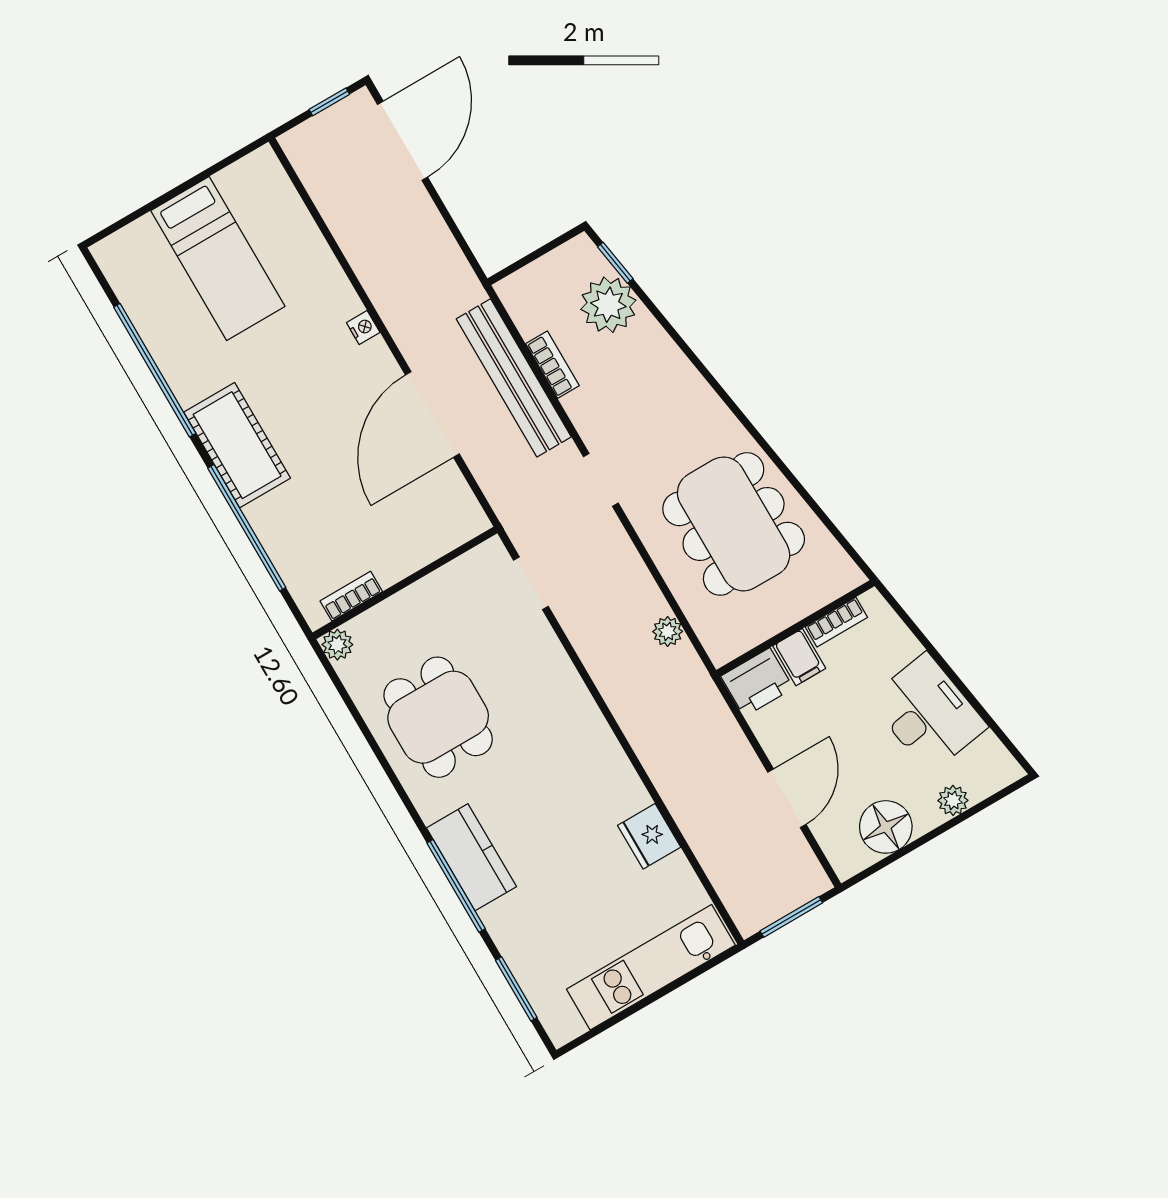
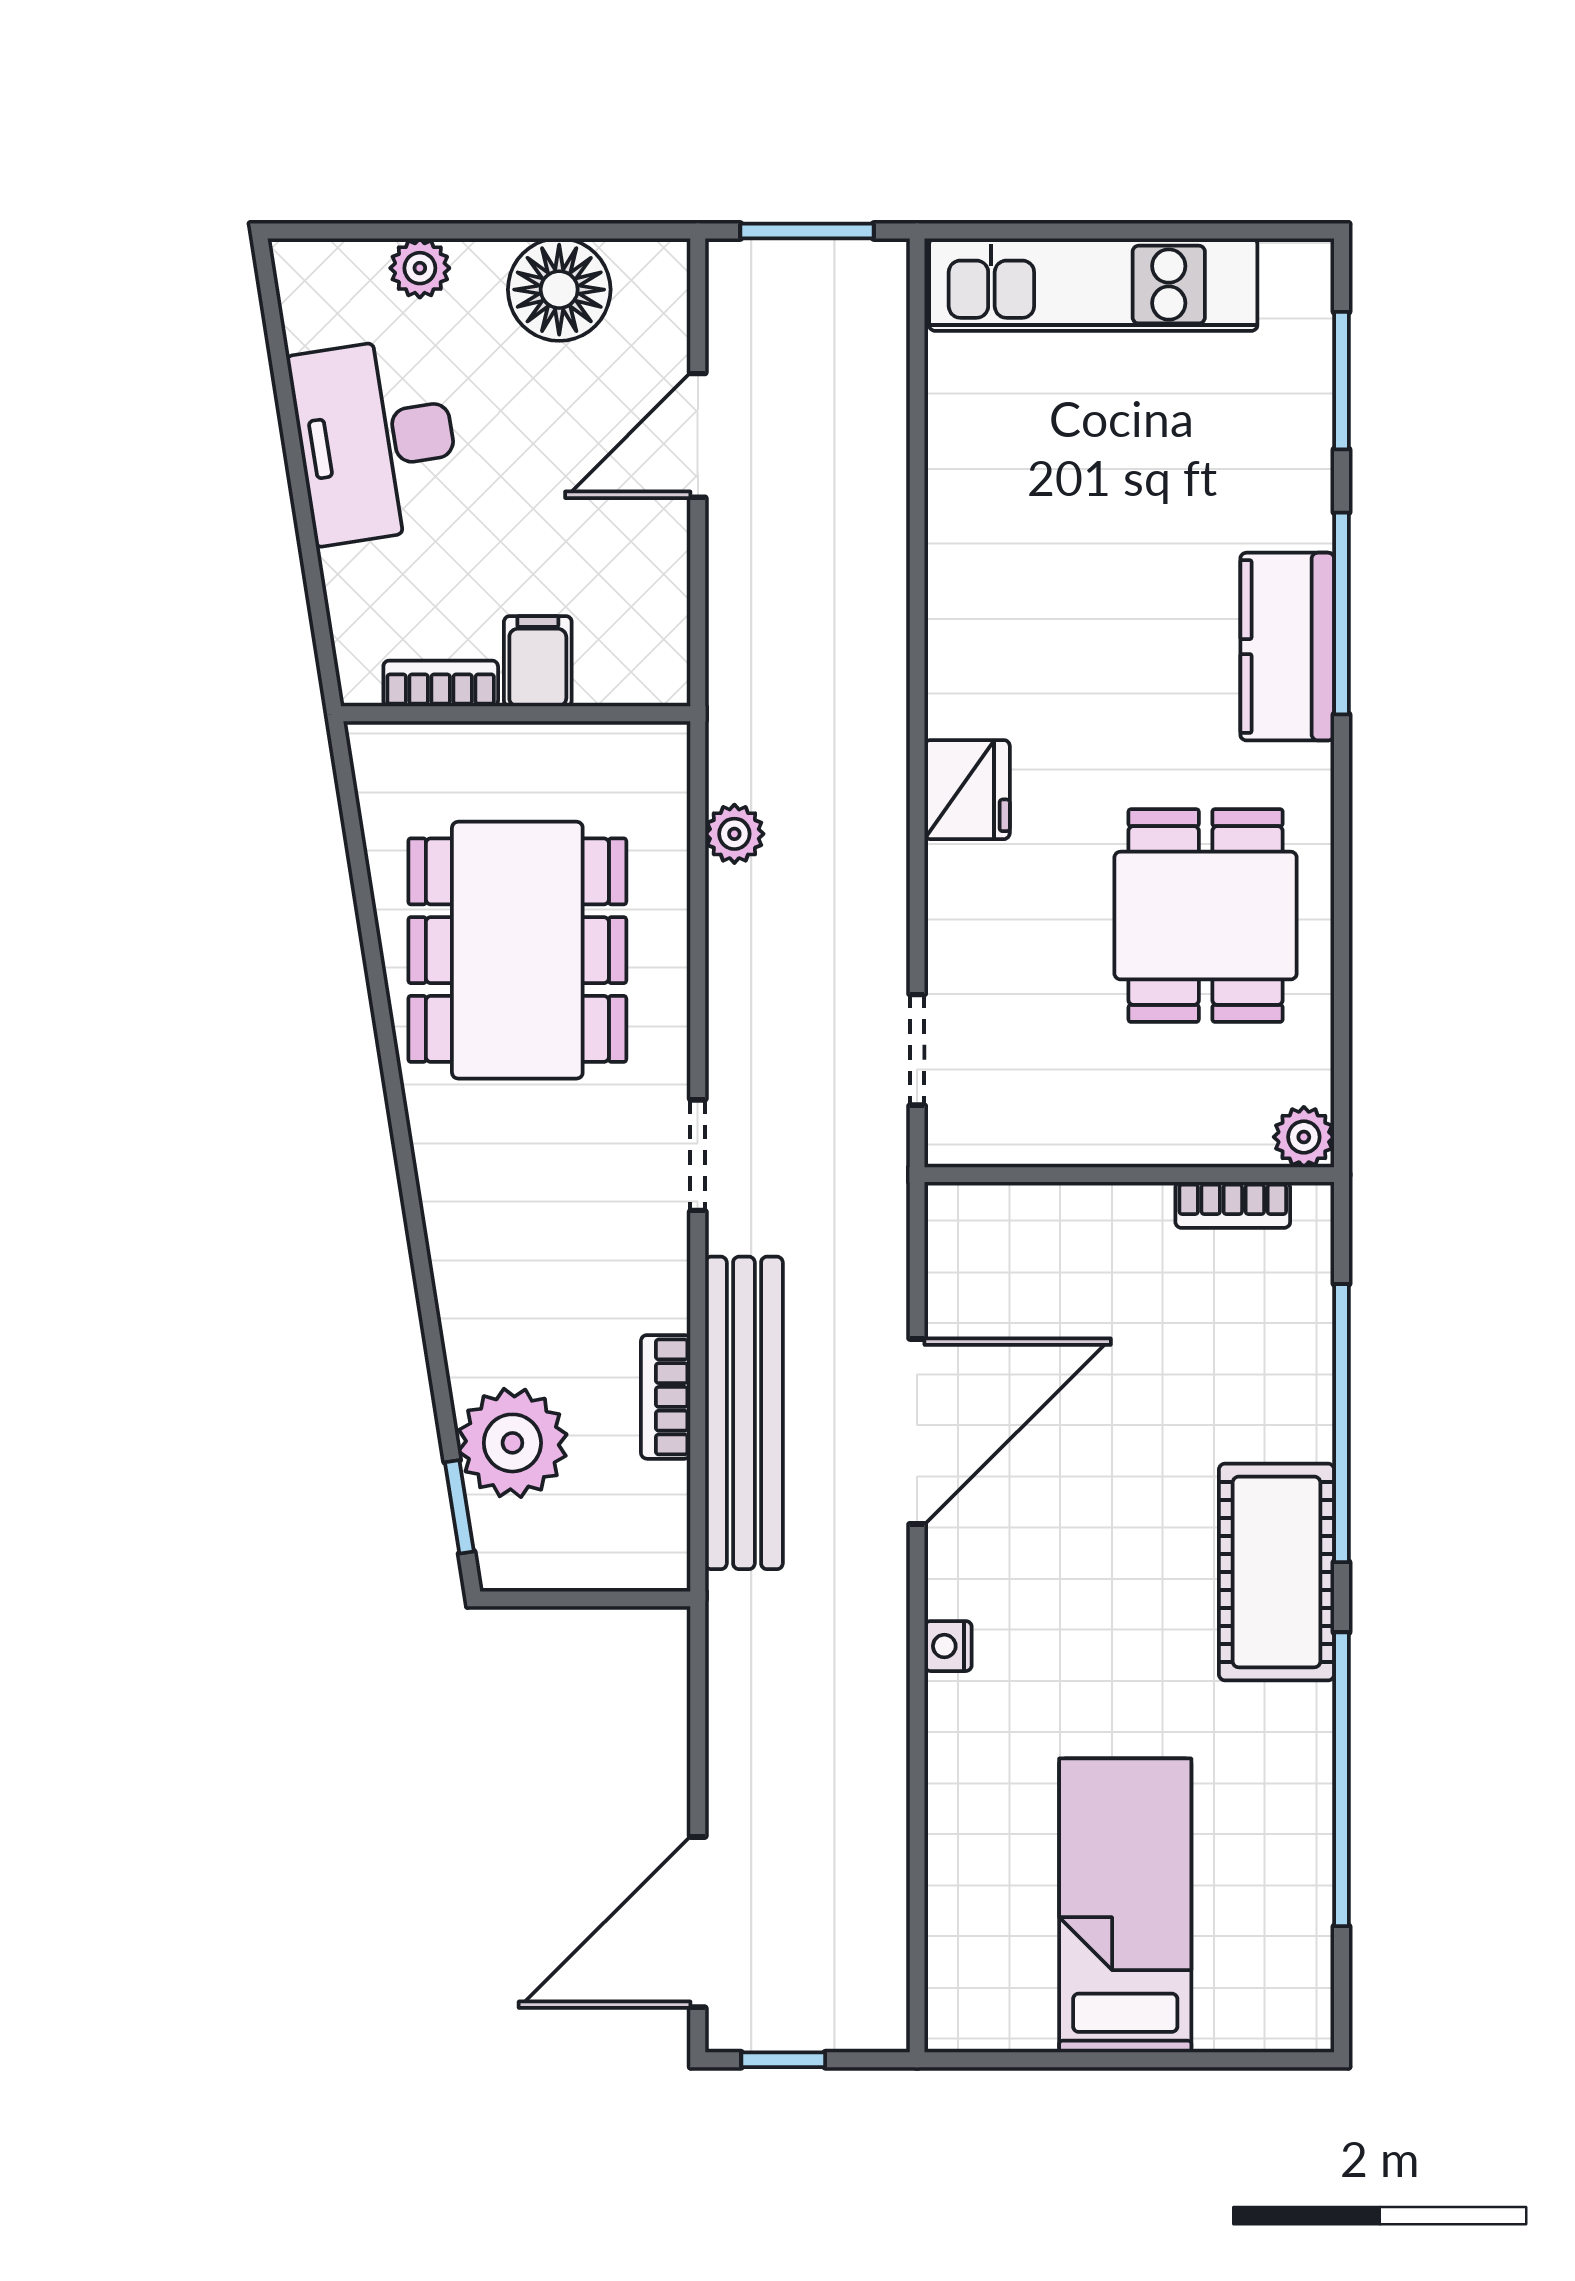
printer: (757, 682) -> (633, 660), removed
fridge: (649, 836) -> (967, 790), moved

